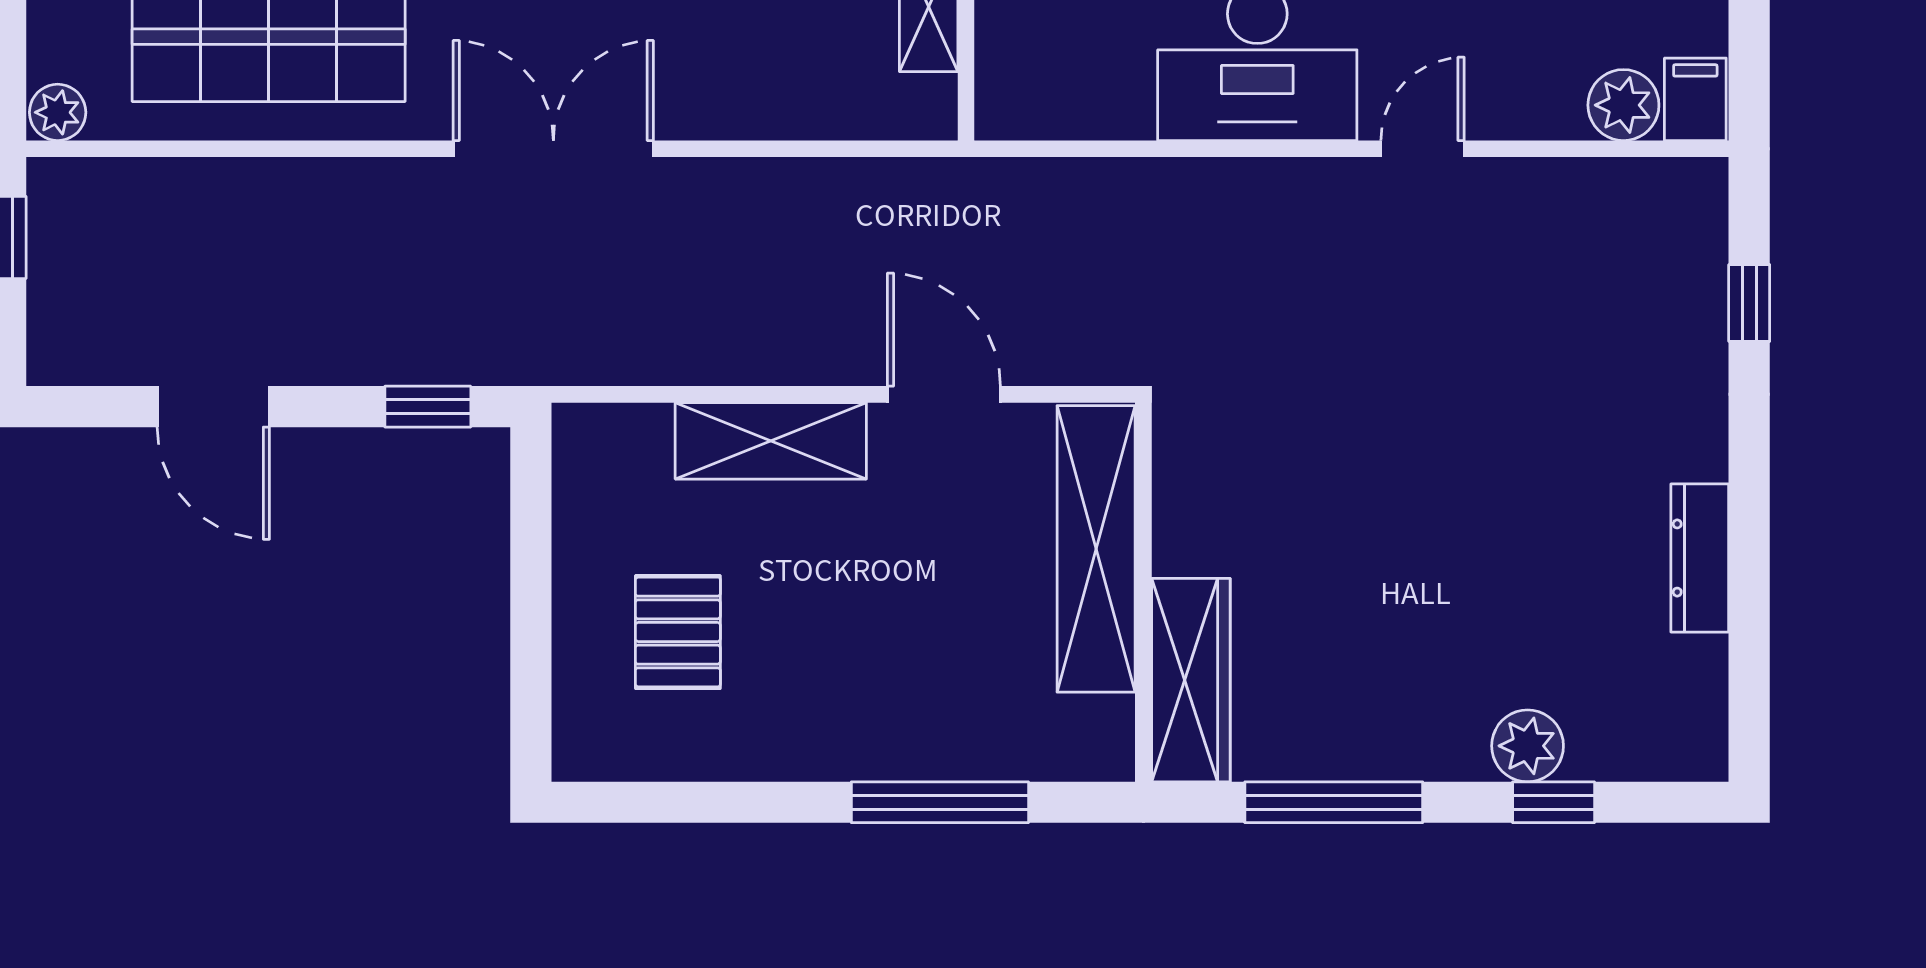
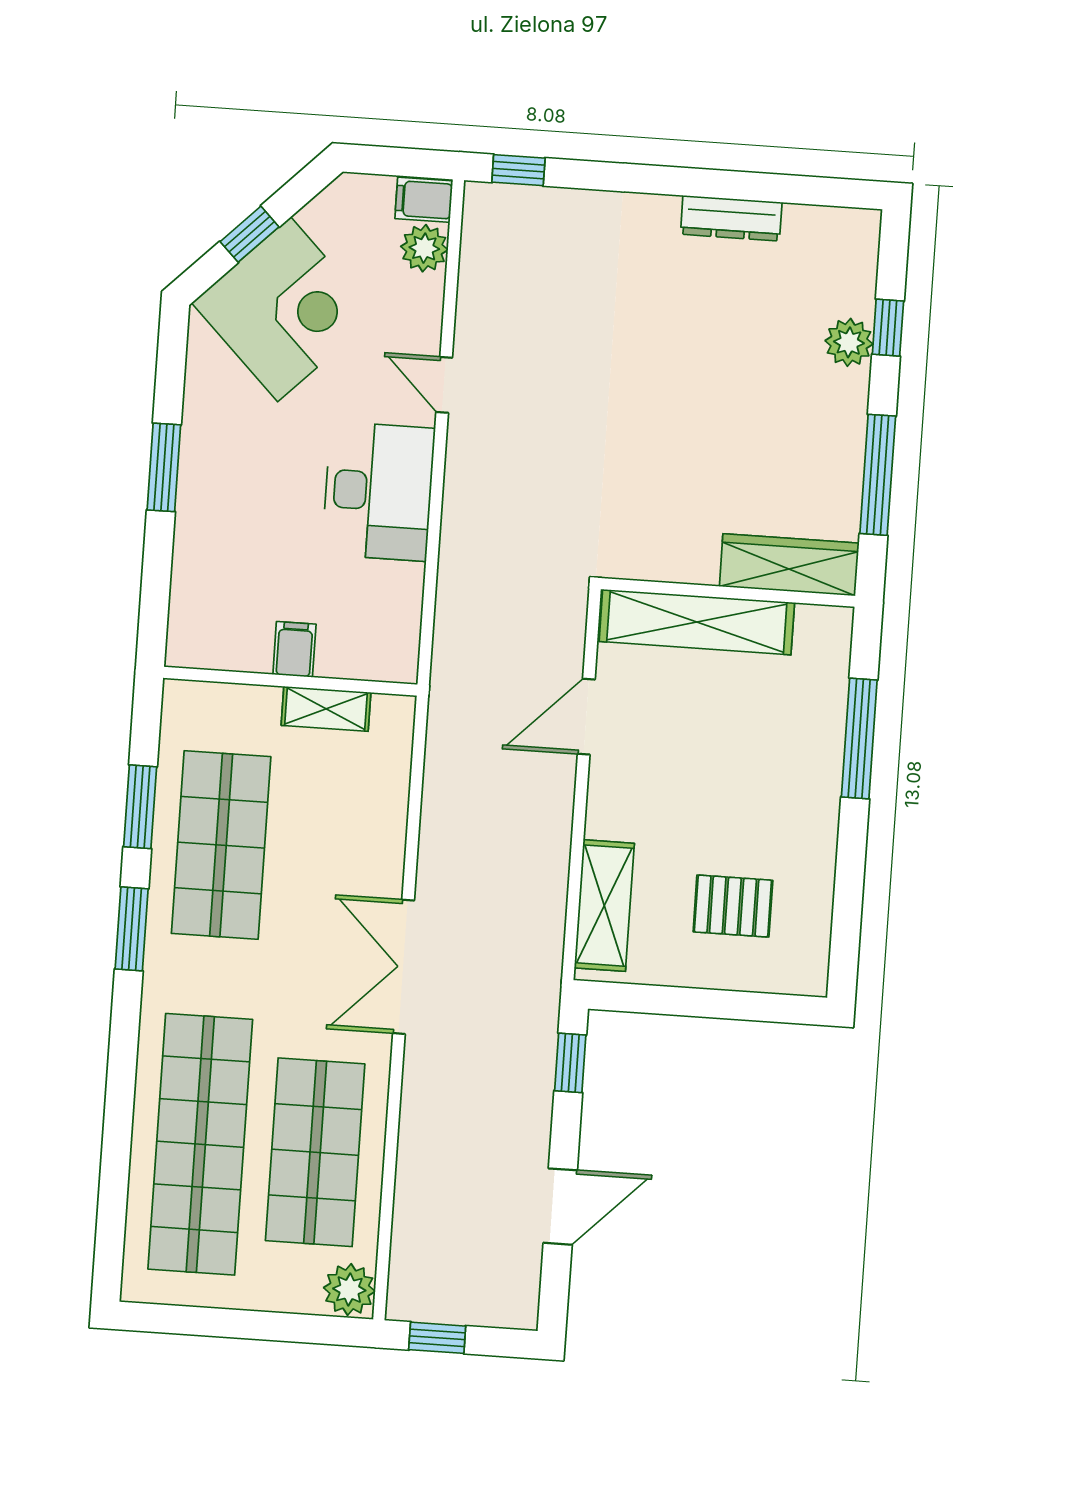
plant: (58, 112) -> (349, 1290), width x1.38, depth x1.38
window: (1749, 303) -> (518, 170), moved
shelving: (771, 441) -> (604, 906), moved

